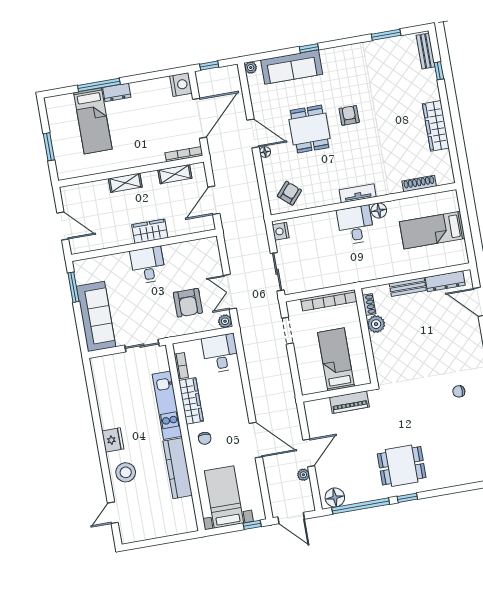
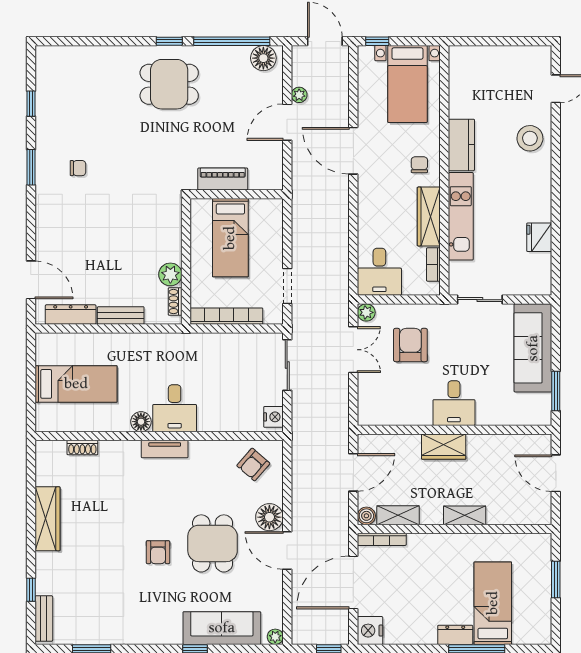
floor lamp: (265, 152) -> (269, 517), width x1.89, depth x1.89
boiler: (198, 170) -> (366, 516), added
shoe rack: (419, 184) -> (82, 447), width x0.70
fridge: (113, 440) -> (539, 237), moved
kitchen counter: (178, 468) -> (461, 145), width x0.67

